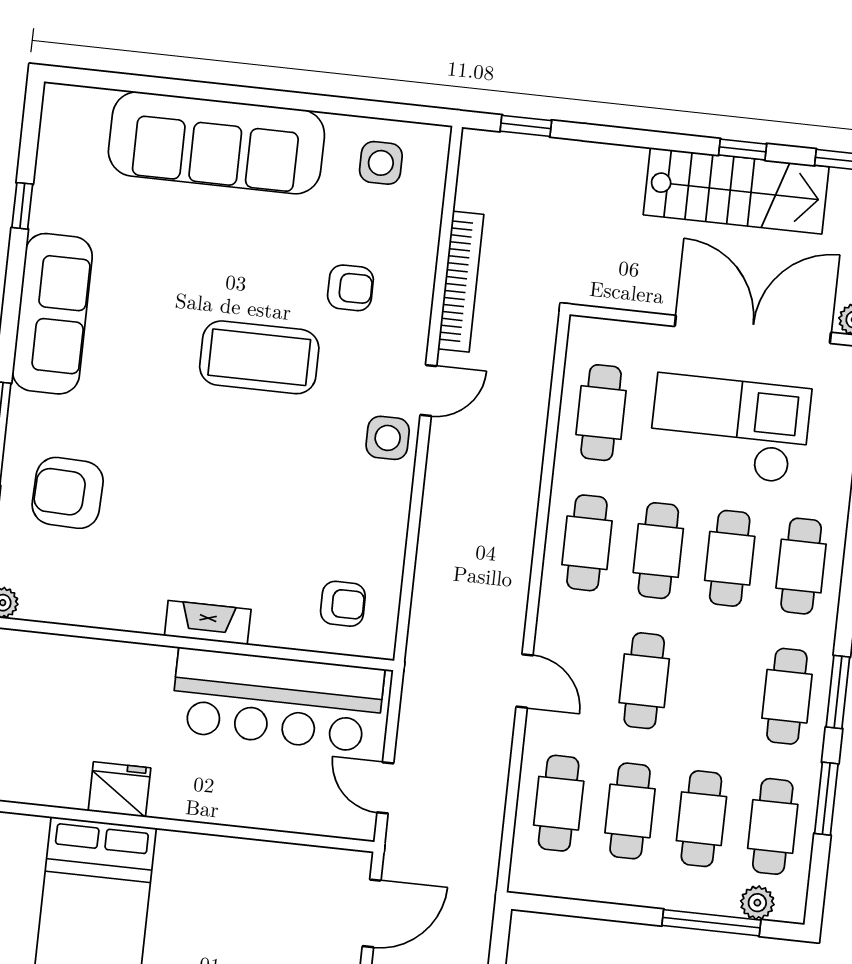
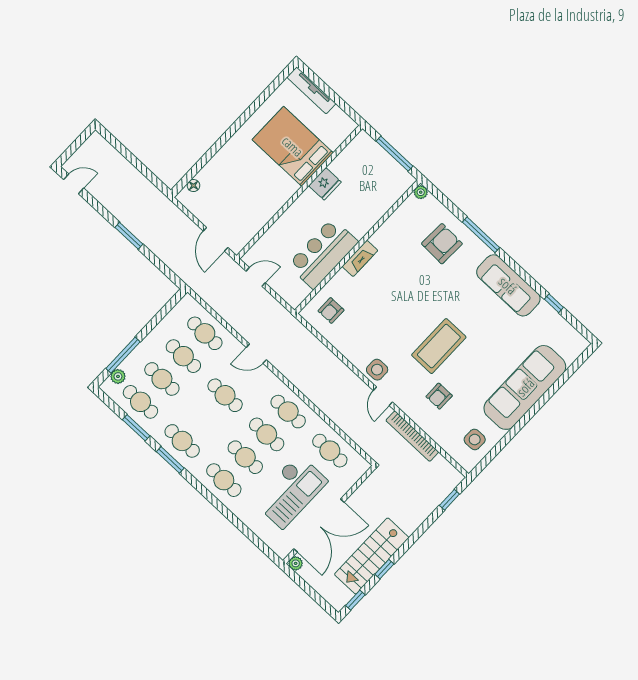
bar counter: (277, 700) -> (323, 254), width x0.73

